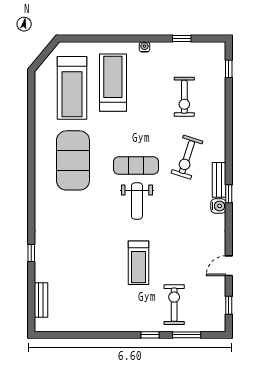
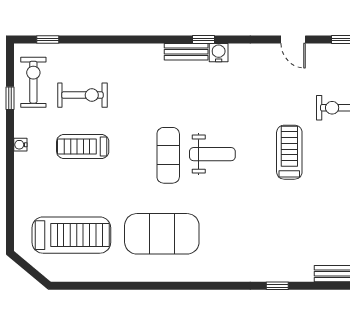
treadmill: (113, 83) -> (83, 147), moved, width x0.73, depth x0.73
exercise bike: (187, 157) -> (33, 82), moved, turned -108
treadmill: (138, 263) -> (289, 152), turned -90

